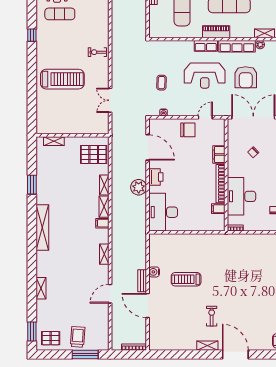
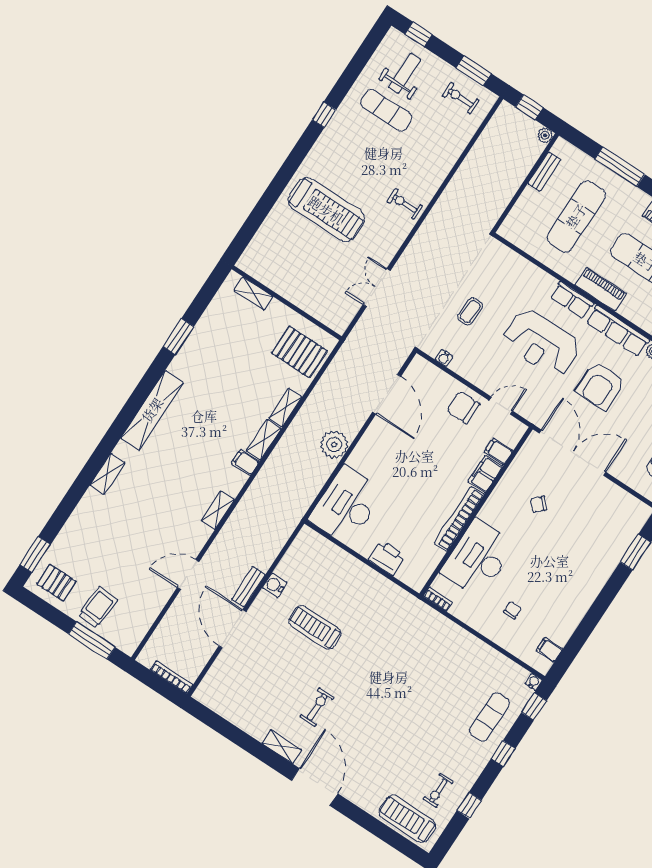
chair: (188, 130) -> (463, 407), turned 180
printer: (156, 177) -> (387, 558), moved, turned -90
filing cabinet: (218, 209) -> (499, 452), moved
shelving: (41, 288) -> (107, 474), moved

